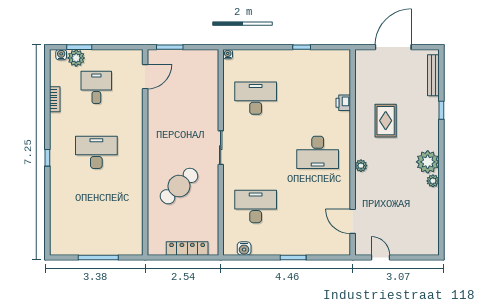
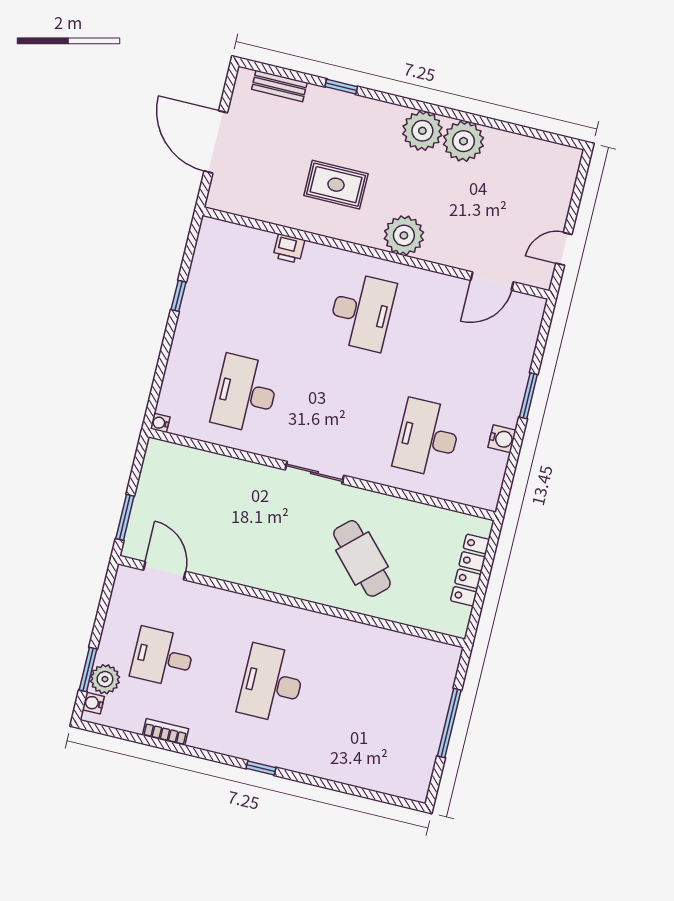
bench: (433, 75) -> (279, 86), width x0.73
plant: (361, 166) -> (404, 235), width x1.87, depth x1.87
plant: (433, 181) -> (463, 141), width x1.87, depth x1.87
water cooler: (244, 248) -> (502, 439), moved

